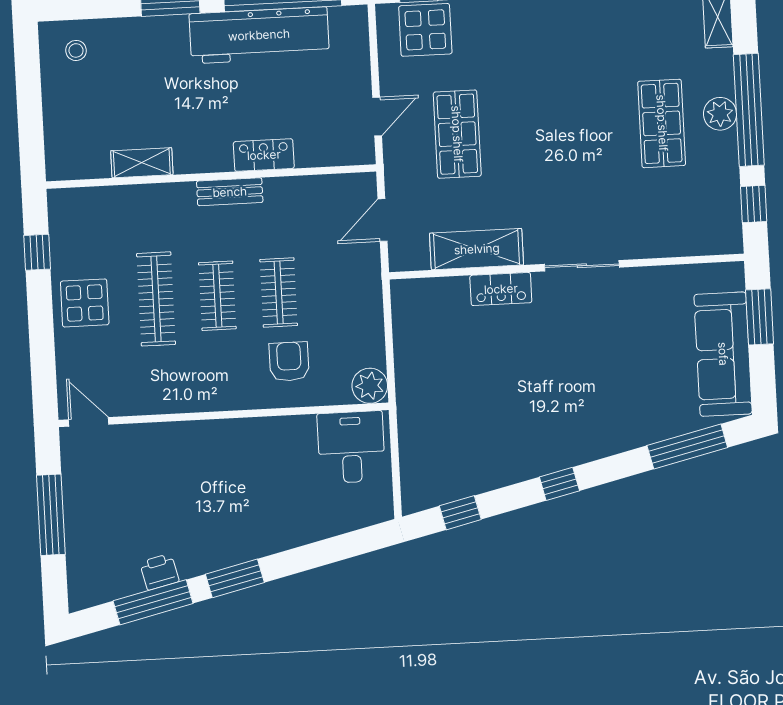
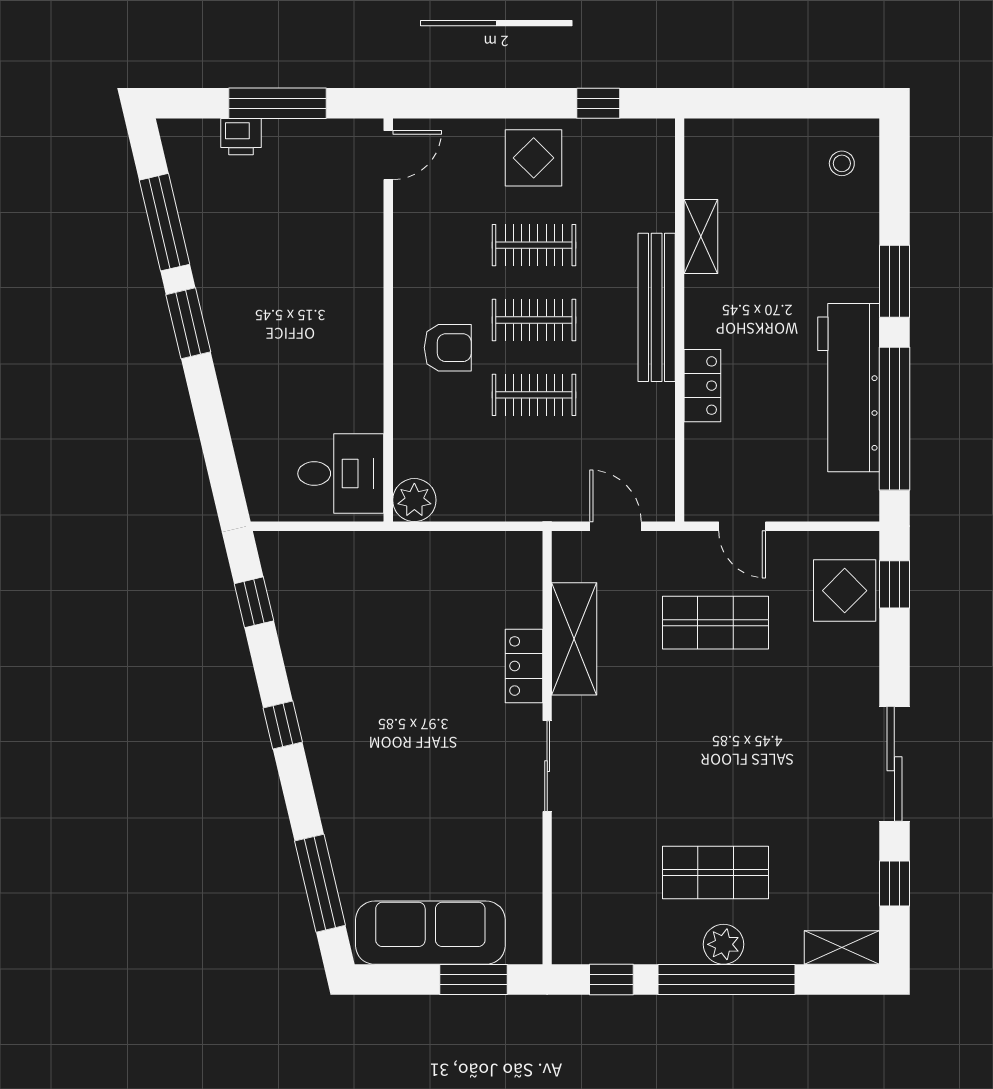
bench: (230, 192) -> (657, 307), width x1.86, depth x1.21
clothes rail: (156, 299) -> (534, 245), width x0.73
armchair: (289, 362) -> (448, 348), moved
printer: (159, 572) -> (241, 137), moved, turned 103

